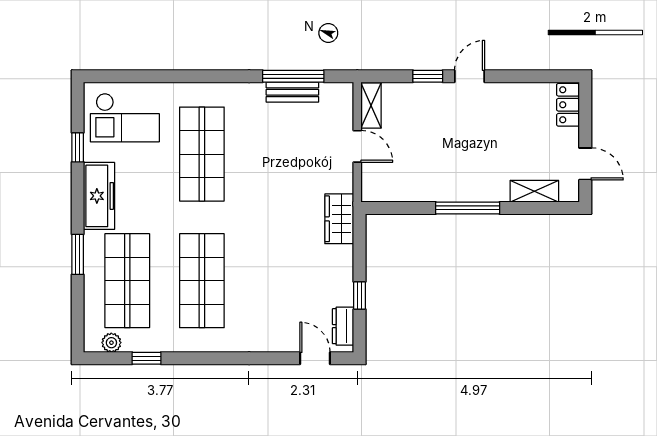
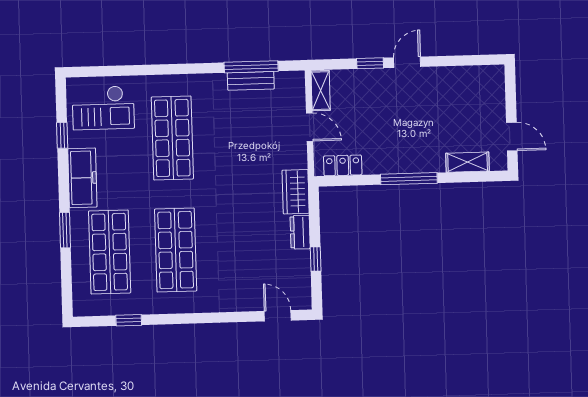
locker: (568, 105) -> (343, 165), moved, turned 90
dresser: (343, 326) -> (300, 232), moved
plant: (111, 343) -> (97, 307), removed

